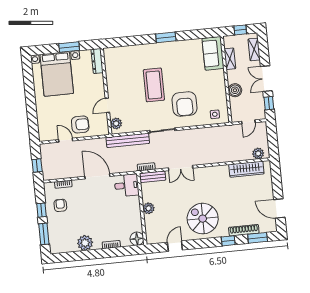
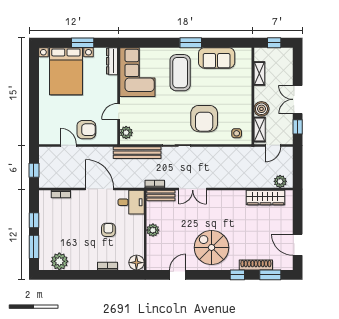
shelving: (254, 49) -> (260, 130), moved
sofa: (213, 53) -> (217, 58), moved, turned -90
corner sofa: (121, 68) -> (137, 72), added
coffee table: (154, 85) -> (180, 73), moved
armchair: (60, 205) -> (108, 230), moved
plant: (85, 243) -> (59, 261), moved

